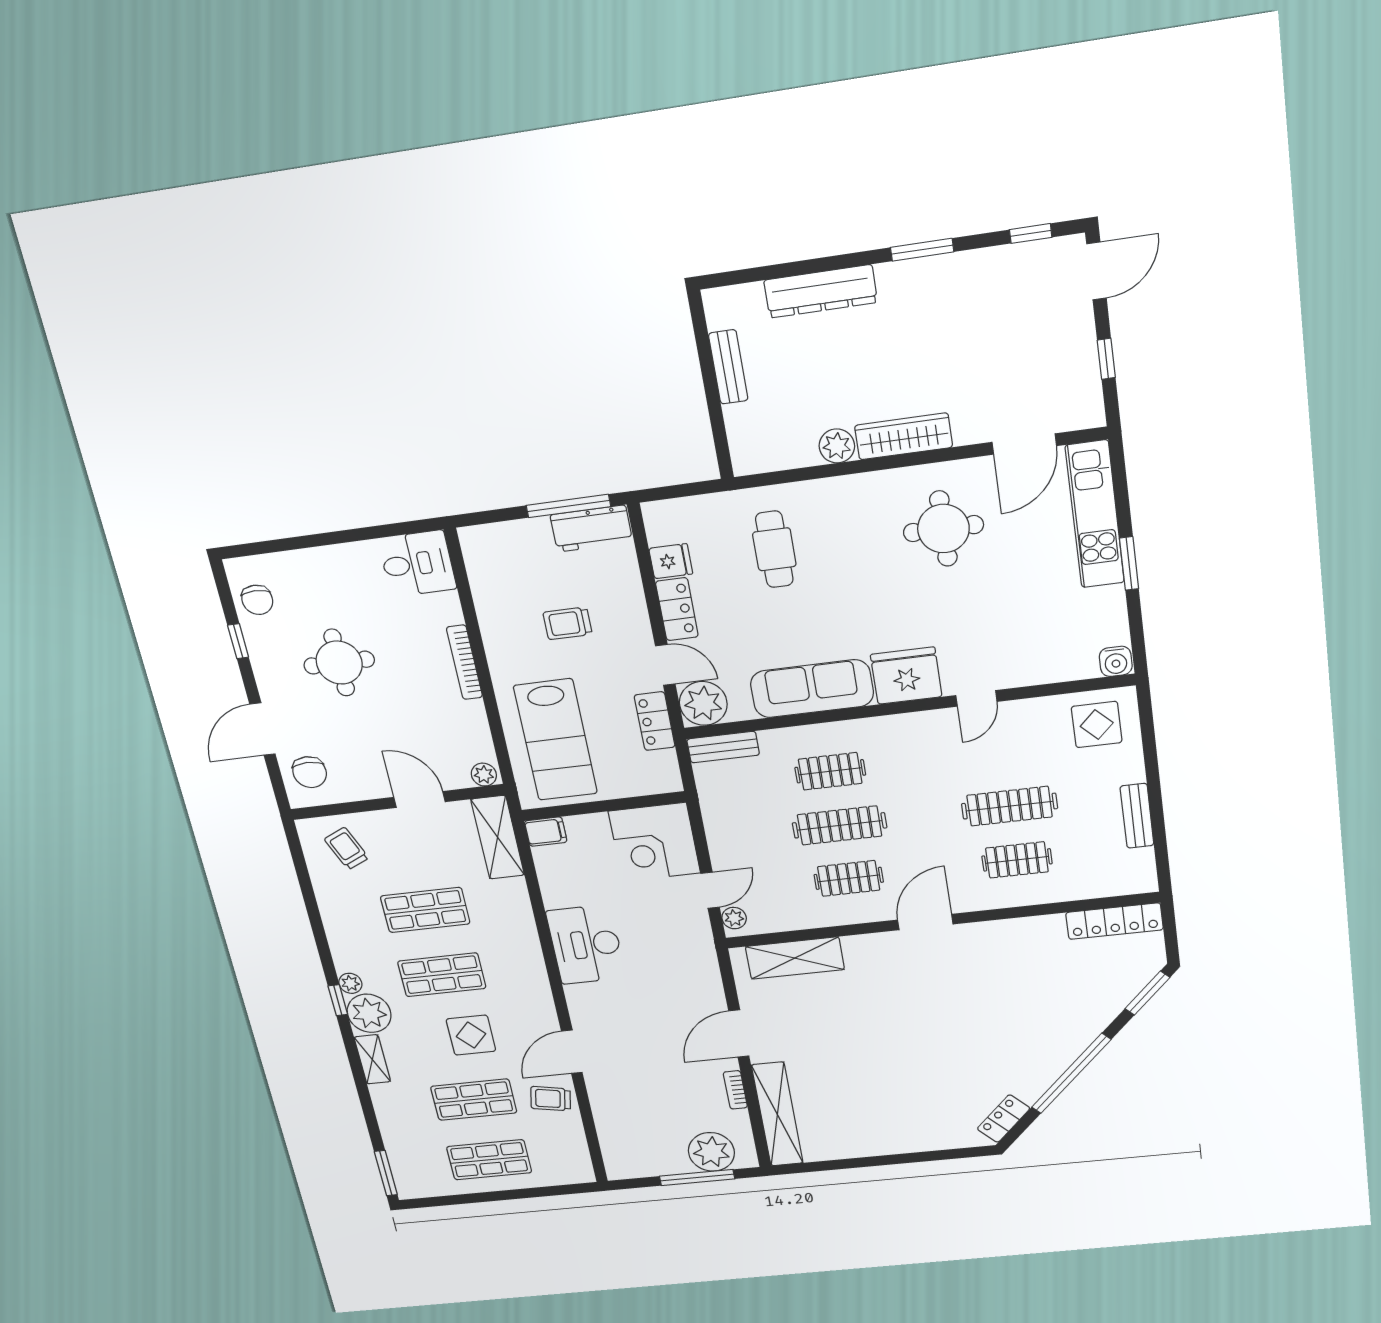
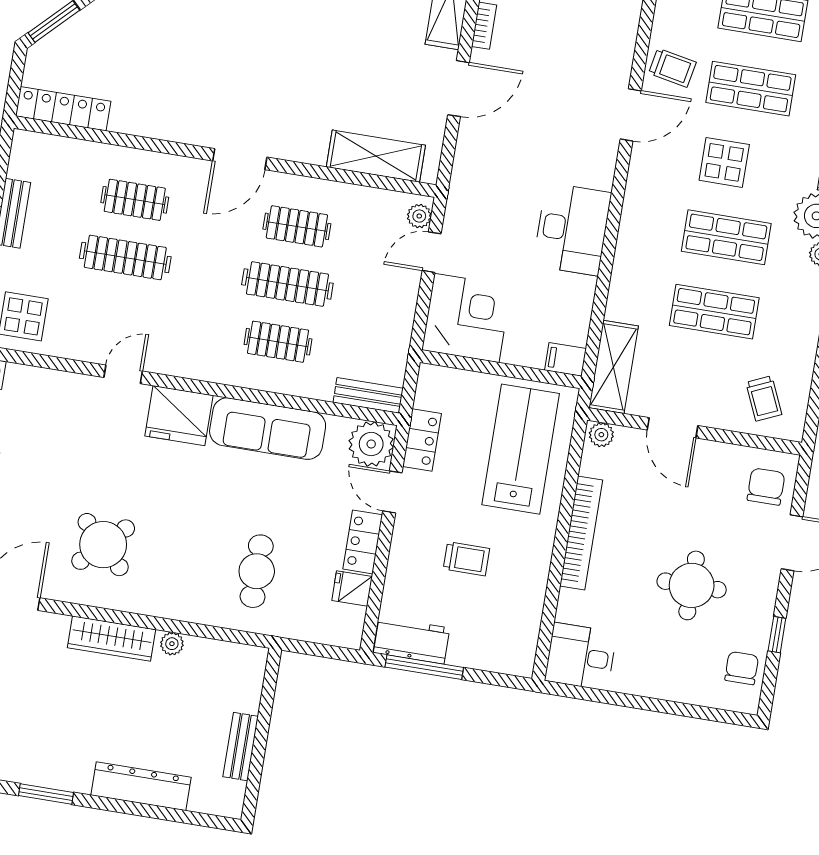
plant: (837, 446) -> (172, 644), width x0.73, depth x0.73
round table: (943, 529) -> (103, 545), turned 45
bookcase: (464, 662) -> (581, 533), width x1.48, depth x1.31

